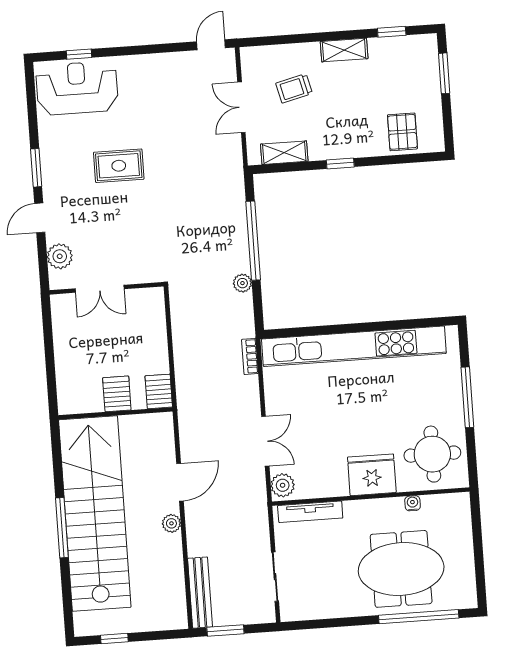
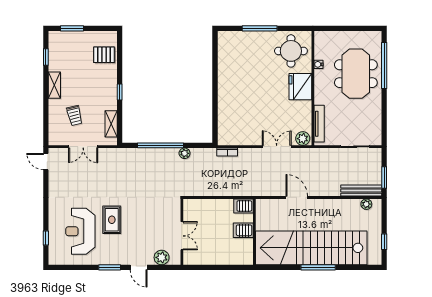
reception desk: (77, 88) -> (80, 231), moved
kitchen unit: (354, 346) -> (226, 92), removed
plant: (171, 523) -> (366, 204), moved

